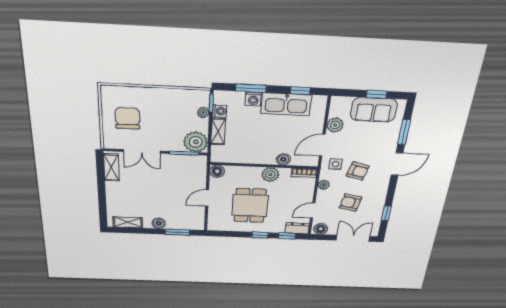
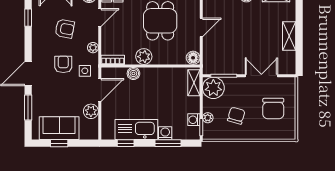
chair: (170, 113) -> (236, 116), added
shelving: (218, 131) -> (194, 83), moved
shelving: (111, 167) -> (289, 36), moved
armchair: (358, 171) -> (63, 64), turned 75

